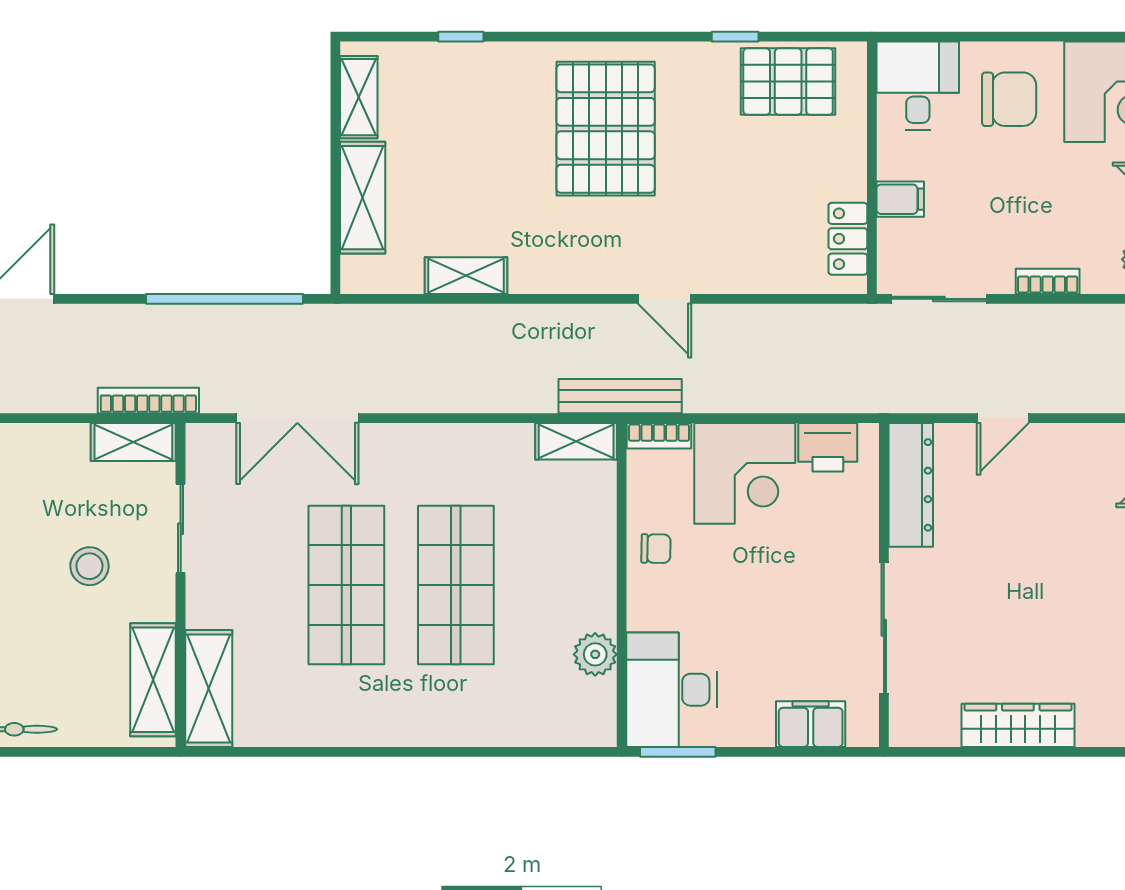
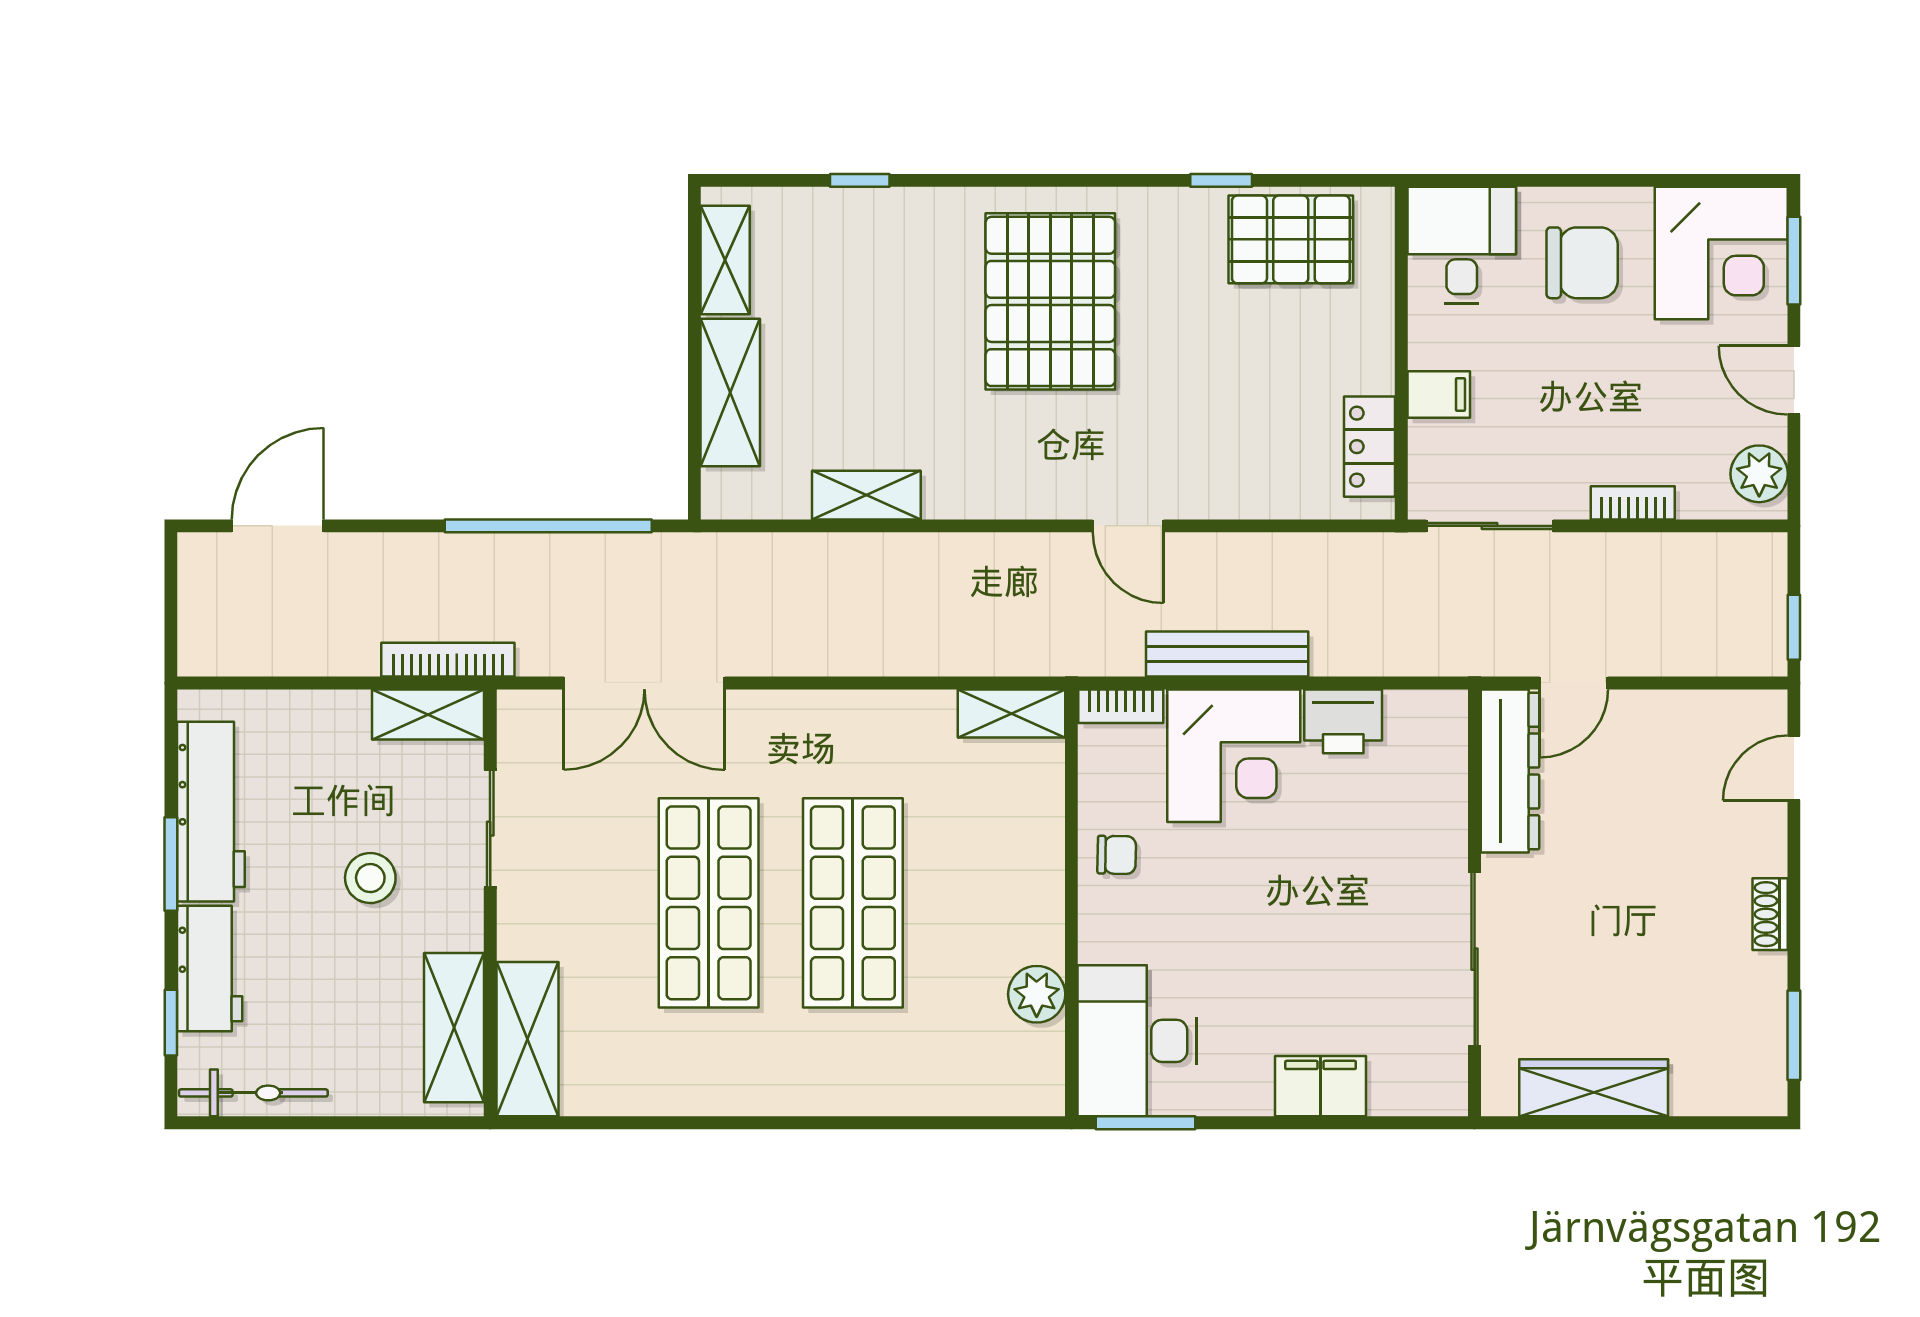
bench: (620, 396) -> (1227, 654), moved
dresser: (911, 485) -> (1510, 771), moved
wall: (884, 585) -> (1475, 903), moved
sliding door: (884, 628) -> (1475, 959), moved

